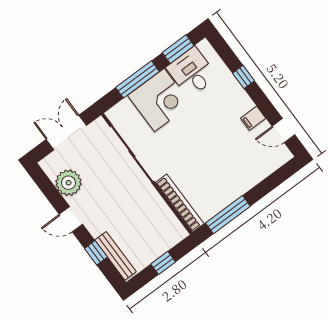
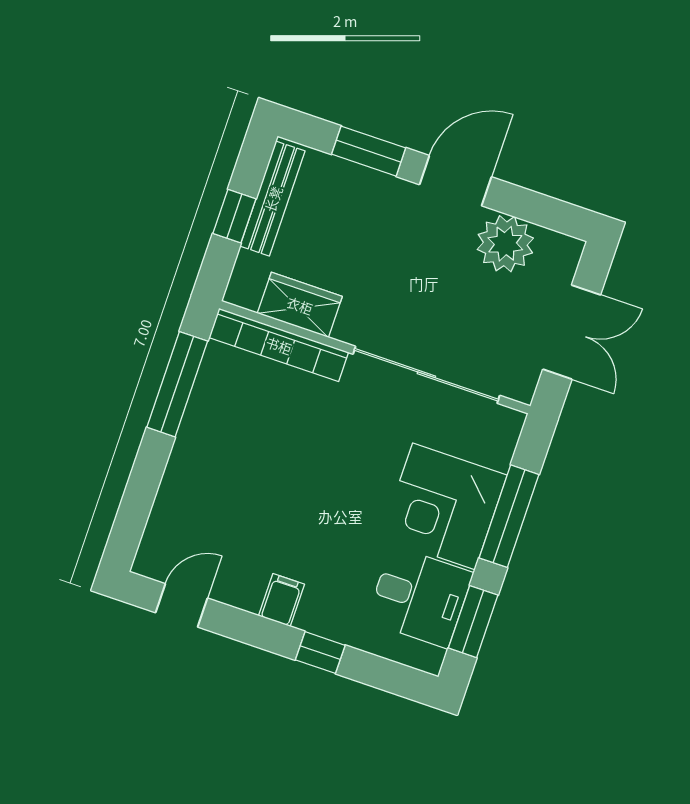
filing cabinet: (253, 118) -> (282, 600), moved
wardrobe: (161, 213) -> (300, 305), added
door: (71, 219) -> (455, 181), width x1.37
window: (96, 253) -> (369, 151), width x1.50
bench: (116, 256) -> (273, 199), moved, turned 90

